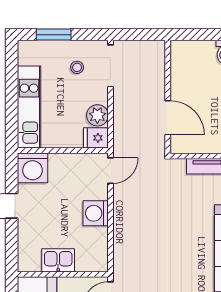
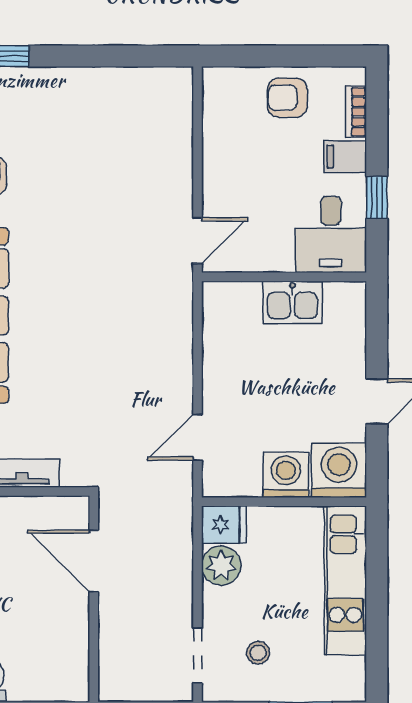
doorway: (110, 66) -> (198, 655), width x0.73
door: (110, 171) -> (198, 437), moved
washing machine: (96, 213) -> (286, 475), moved, turned -90

